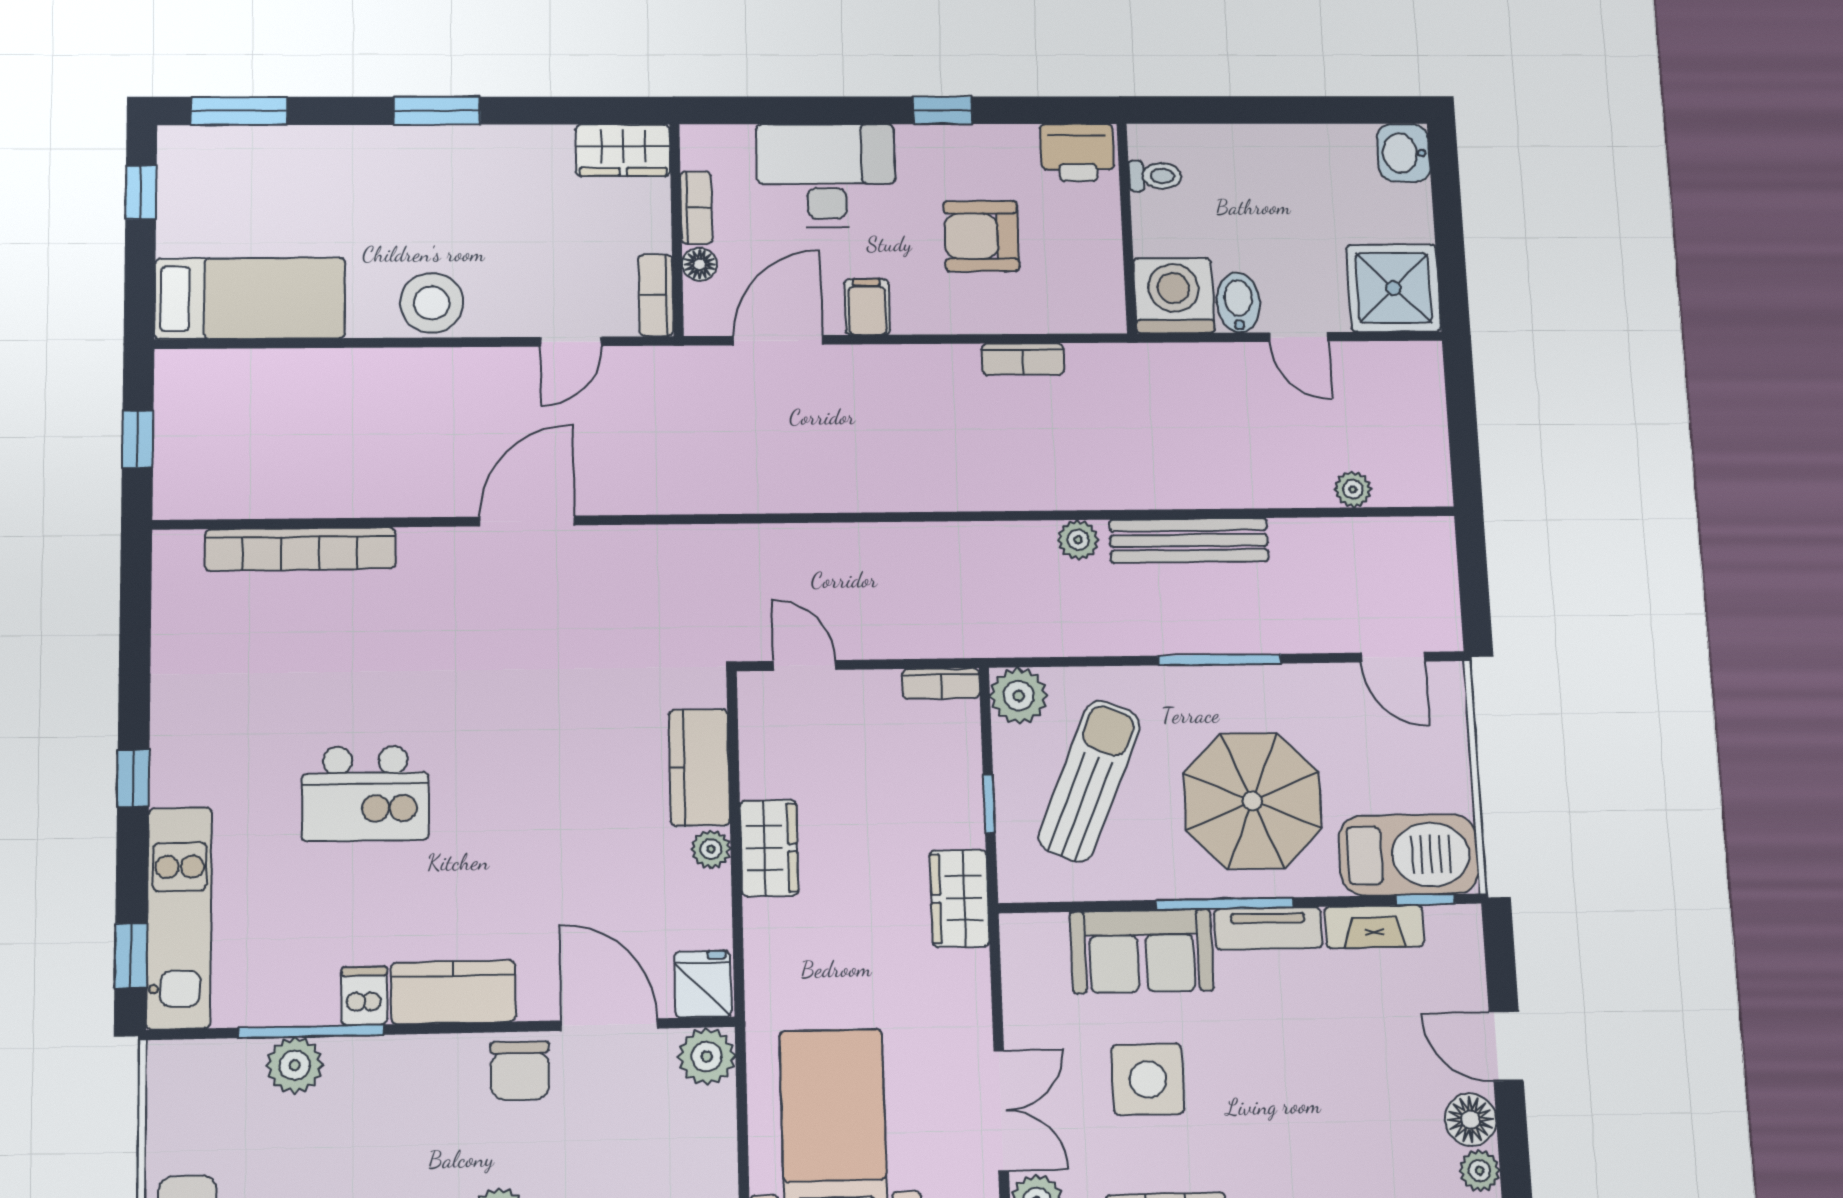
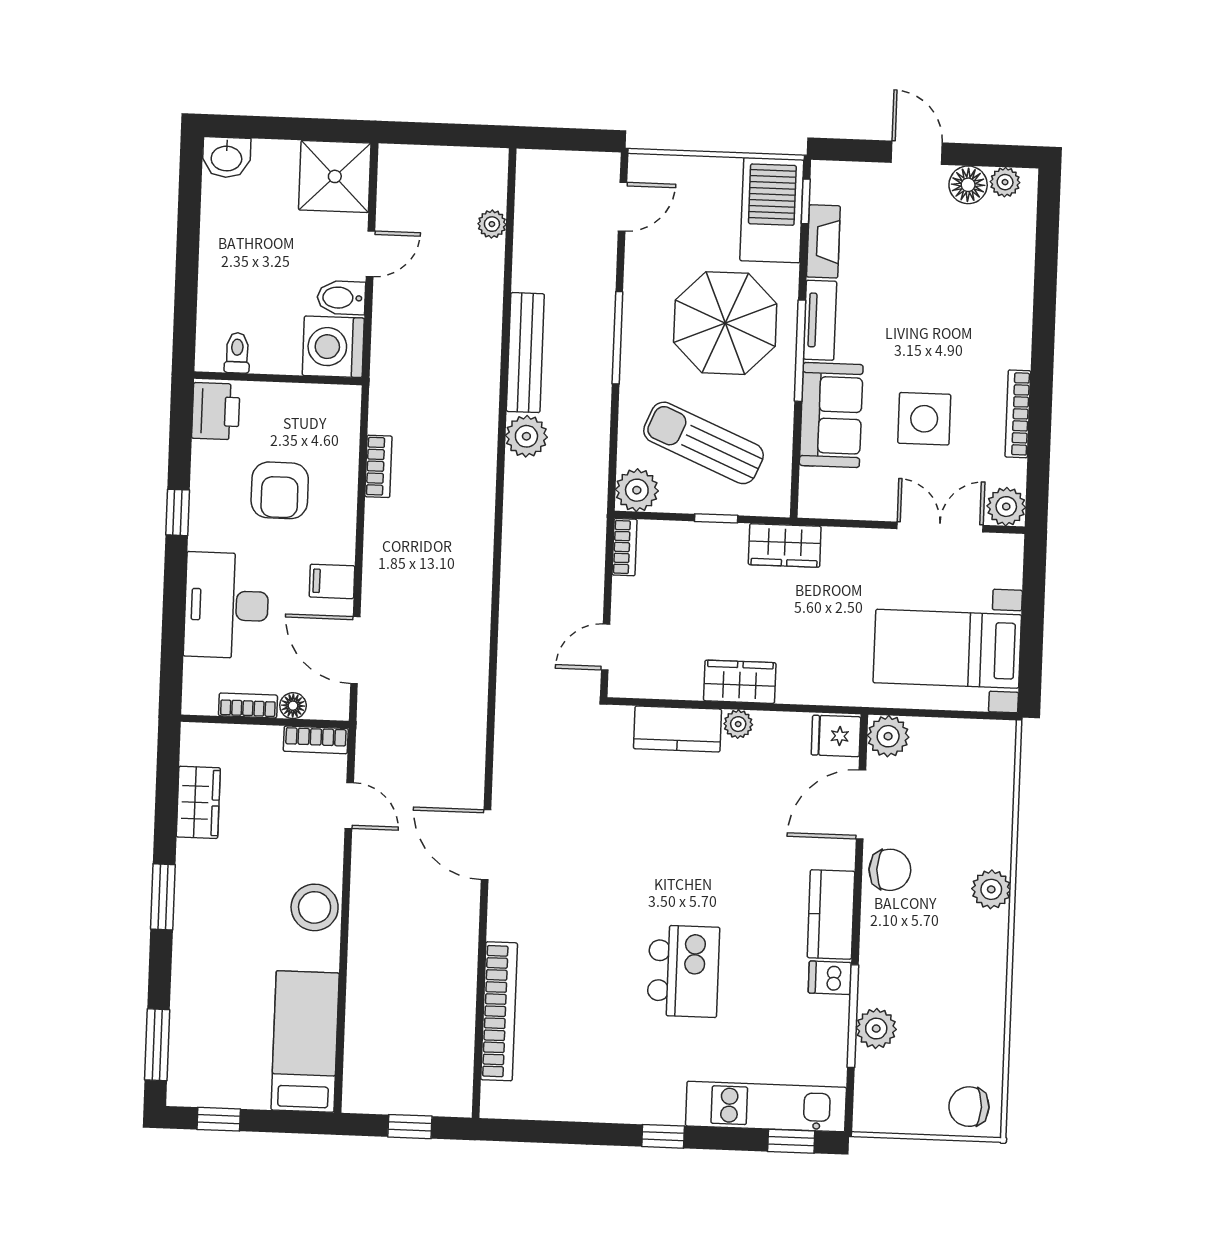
wardrobe: (623, 150) -> (198, 802), moved
plant: (1078, 540) -> (526, 436), width x1.38, depth x1.38
door: (1506, 1046) -> (917, 153), swing flipped

